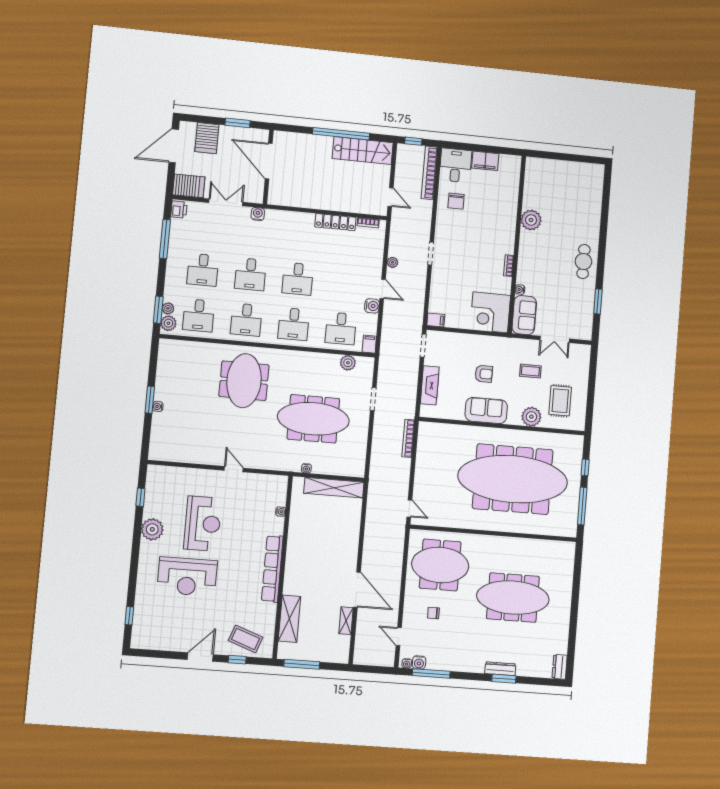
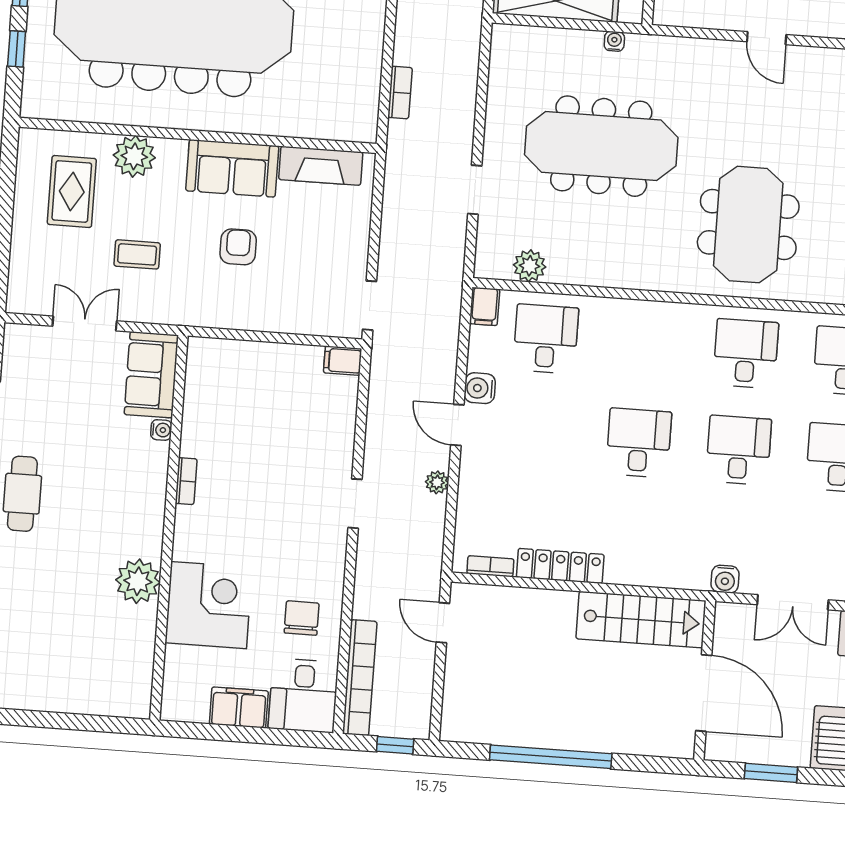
stairs: (363, 151) -> (641, 620), moved, turned 180
corner desk: (490, 312) -> (209, 605), moved
desk: (294, 324) -> (646, 346), removed
armchair: (484, 374) -> (238, 247), turned 90
fireplace: (430, 385) -> (321, 166), moved, turned -90
bookcase: (408, 438) -> (400, 93), width x0.64

